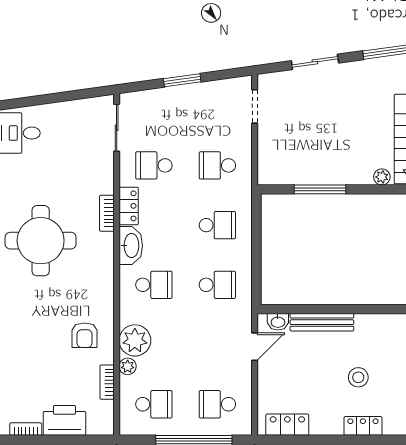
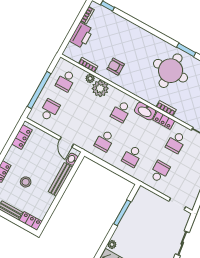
school desk: (154, 165) -> (176, 142), turned 180

